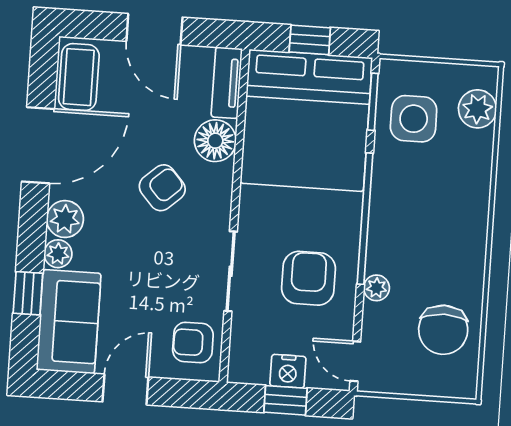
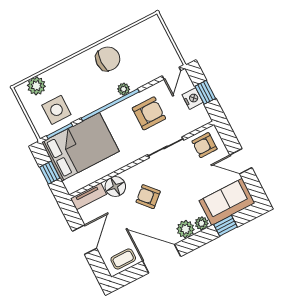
coffee table: (79, 77) -> (123, 259), width x0.73, depth x0.77
bed: (306, 120) -> (80, 147), width x0.73
armchair: (308, 278) -> (149, 113), turned 180
plant: (377, 288) -> (124, 89), moved
chair: (443, 330) -> (108, 59), moved
armchair: (193, 342) -> (205, 145), turned 90

